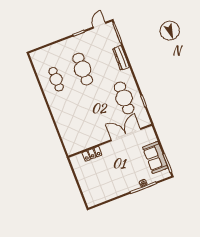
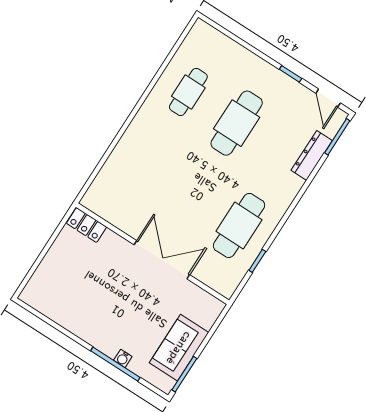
door: (99, 25) -> (328, 98), swing flipped
dresser: (121, 58) -> (312, 155), moved
double door: (126, 135) -> (162, 260), moved
locker: (92, 154) -> (86, 225), moved

